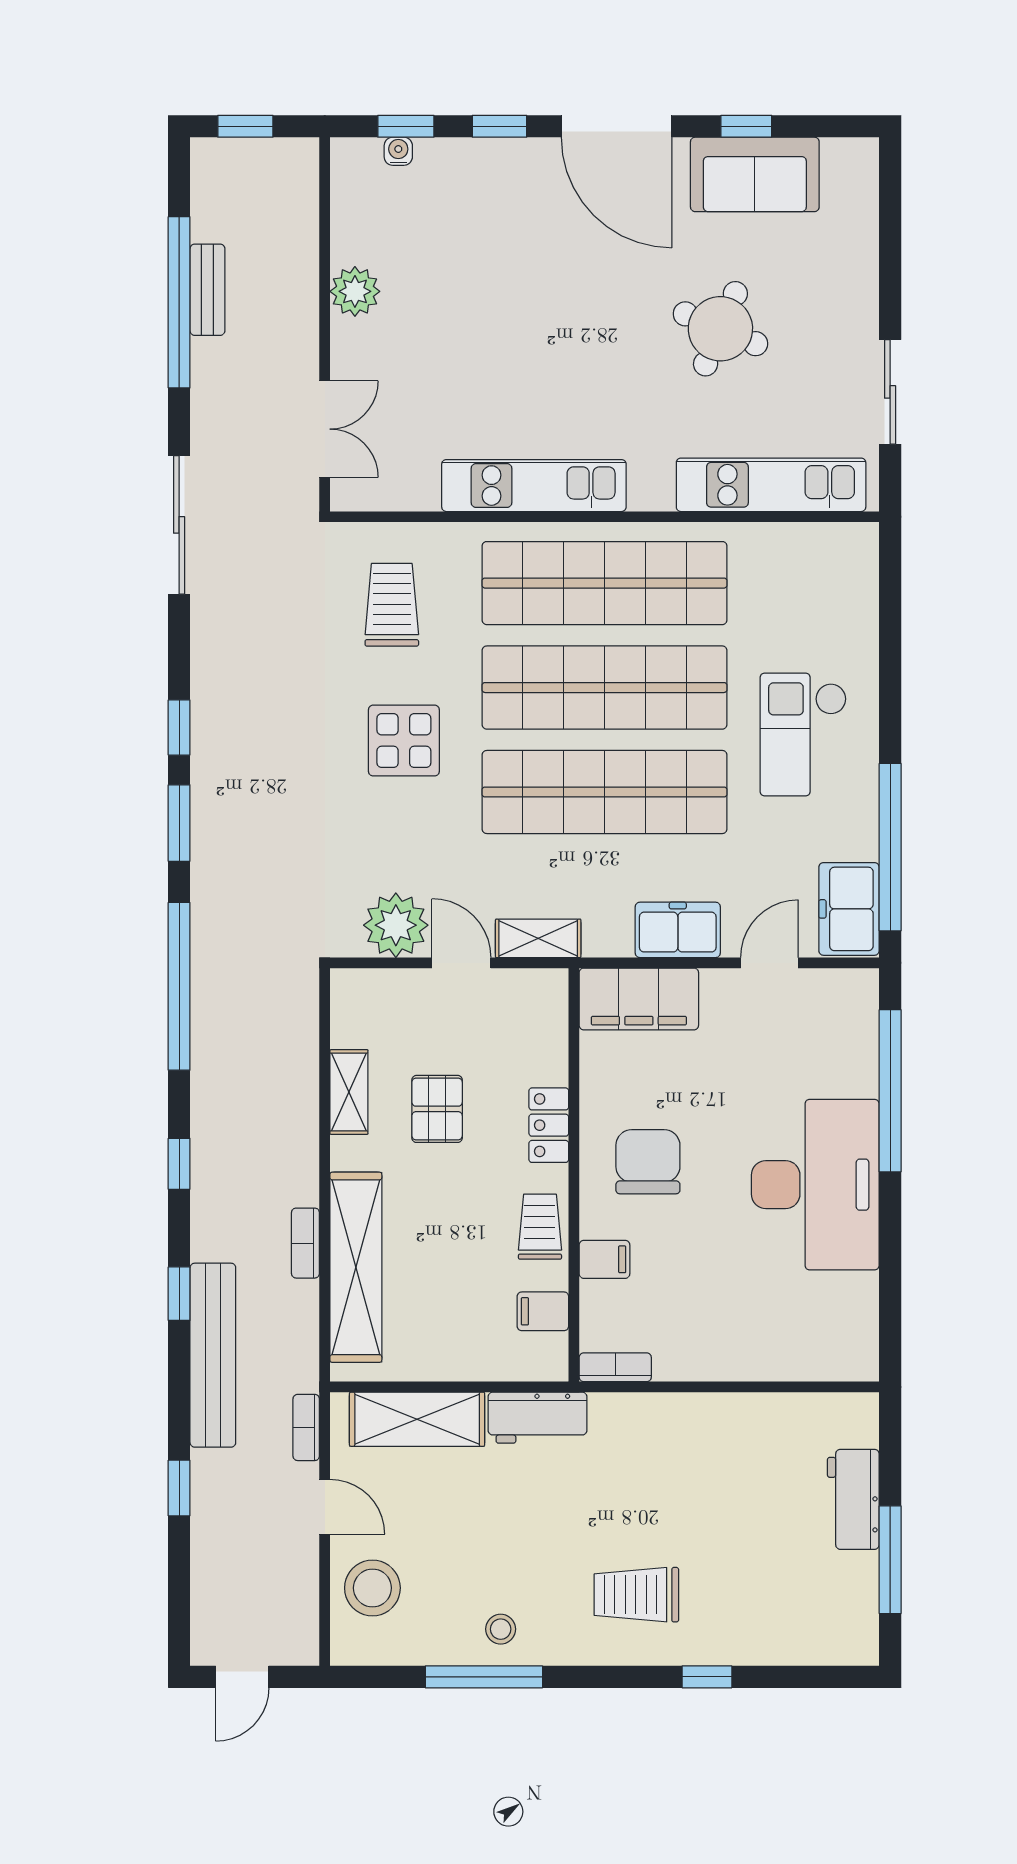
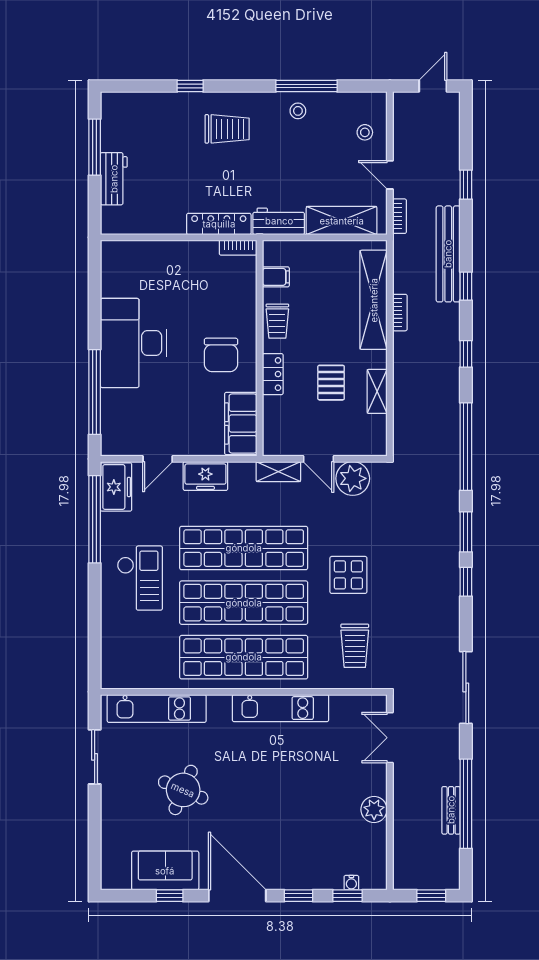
filing cabinet: (639, 999) -> (241, 423), moved, turned -90
filing cabinet: (604, 1259) -> (244, 304), removed
locker: (652, 1413) -> (219, 224), added
stool: (372, 1588) -> (365, 132), width x0.53, depth x0.53

